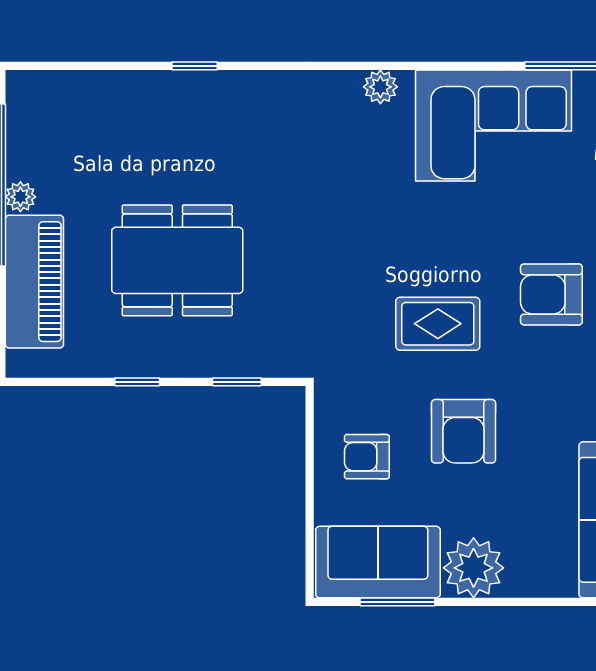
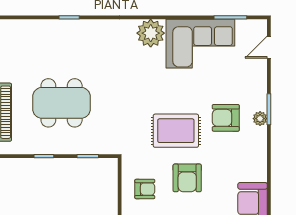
plant: (380, 87) -> (151, 33), width x1.88, depth x1.88
rug: (438, 324) -> (176, 131), width x1.36, depth x1.43
armchair: (367, 457) -> (145, 189), turned 180

